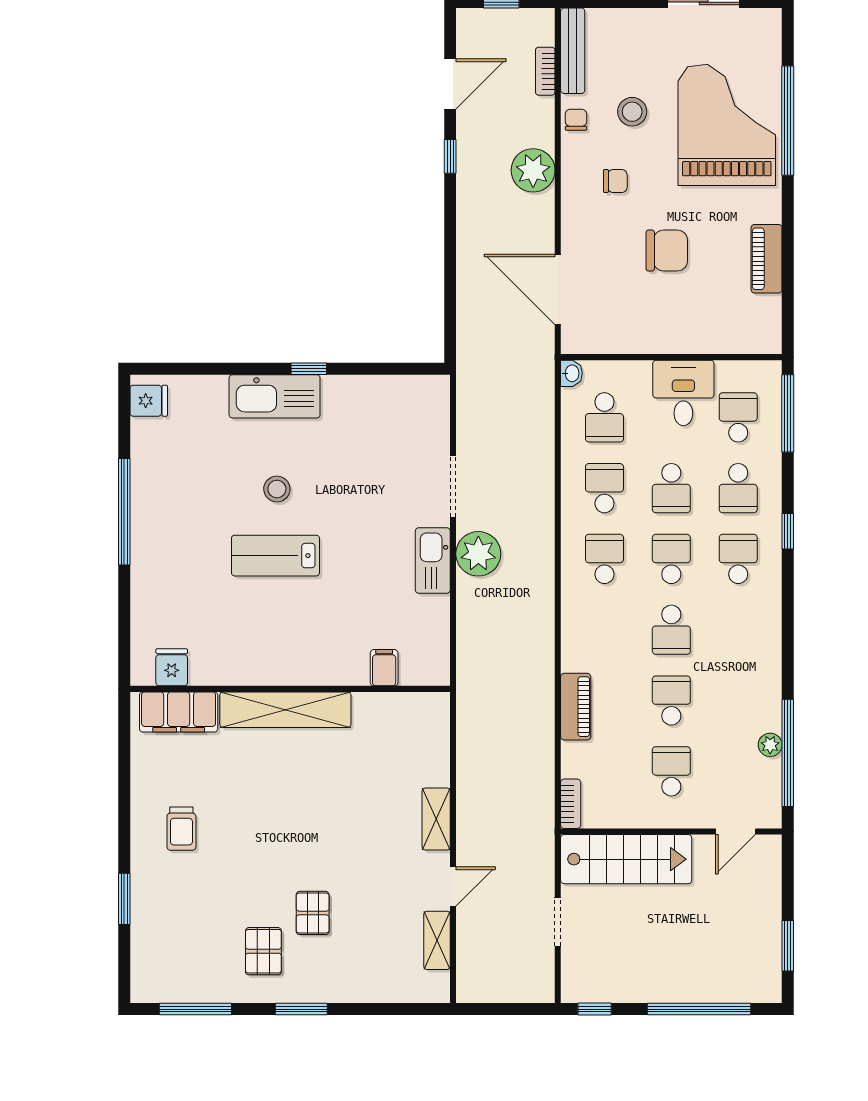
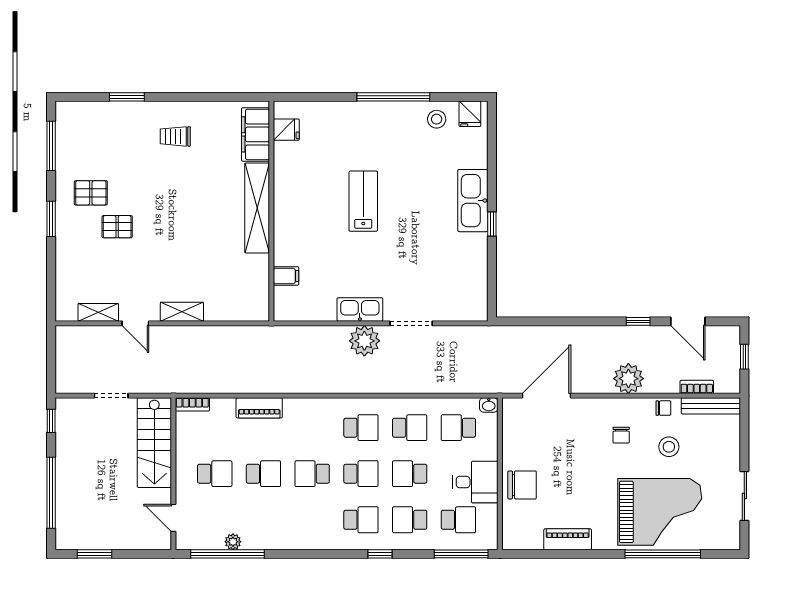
chair: (667, 251) -> (522, 485), moved, turned -90
stool: (277, 489) -> (437, 119), moved

